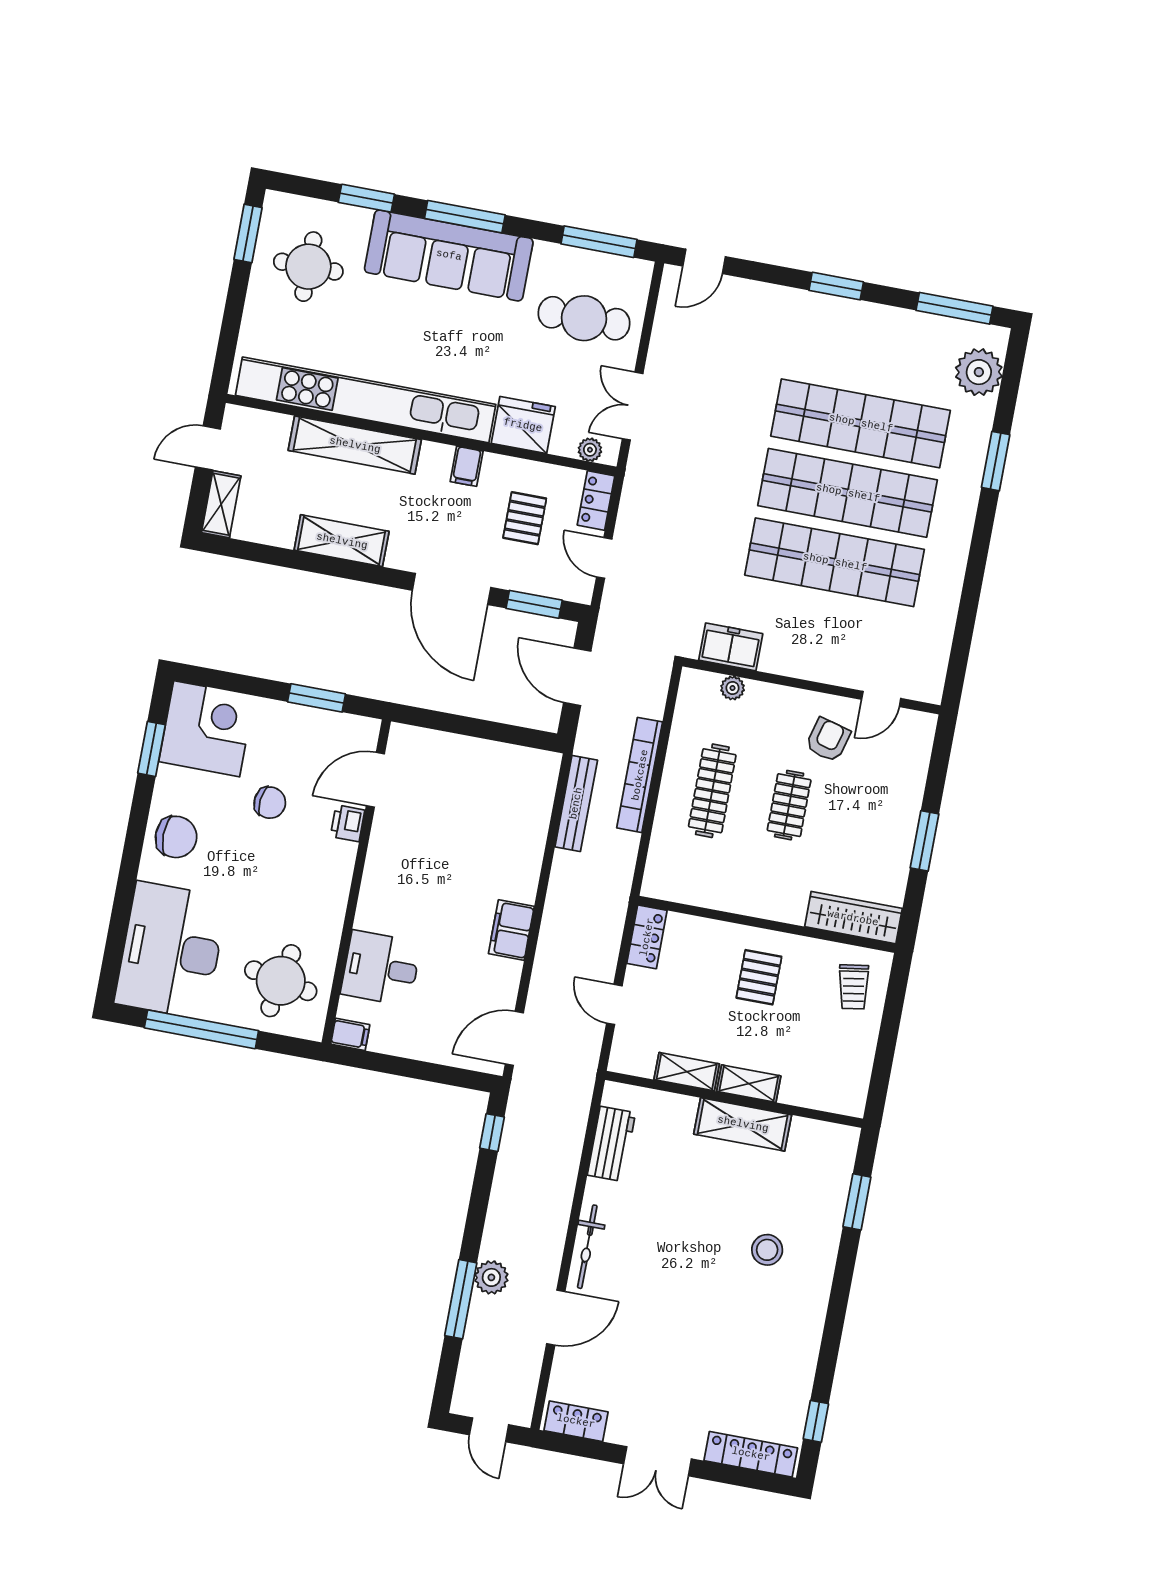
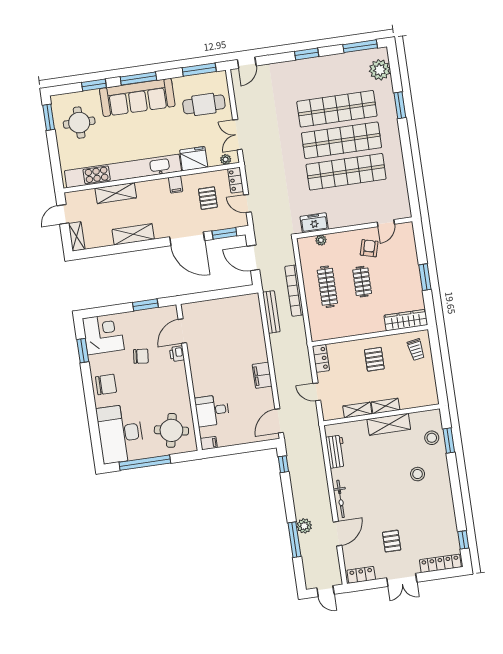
shelving: (355, 445) -> (116, 193), width x0.68
stool: (823, 1184) -> (432, 438), added
pallet: (664, 1372) -> (392, 541), added

